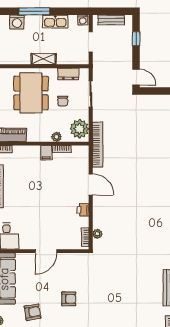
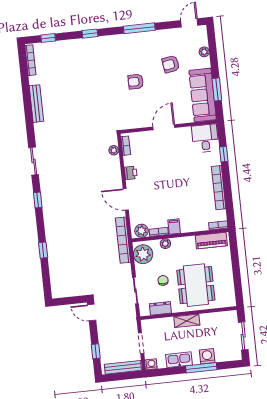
bench: (111, 20) -> (123, 367), width x1.36
washing machine: (17, 22) -> (207, 356), moved
plant: (79, 152) -> (142, 231), added

